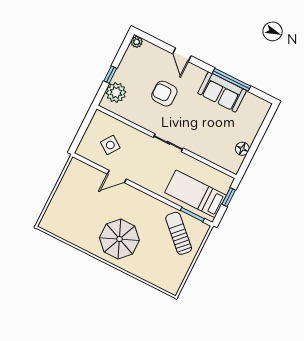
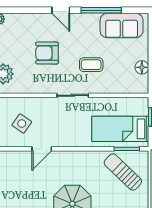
door: (182, 55) -> (61, 10), moved
sofa: (222, 92) -> (122, 26), moved
coffee table: (198, 124) -> (91, 65), added

